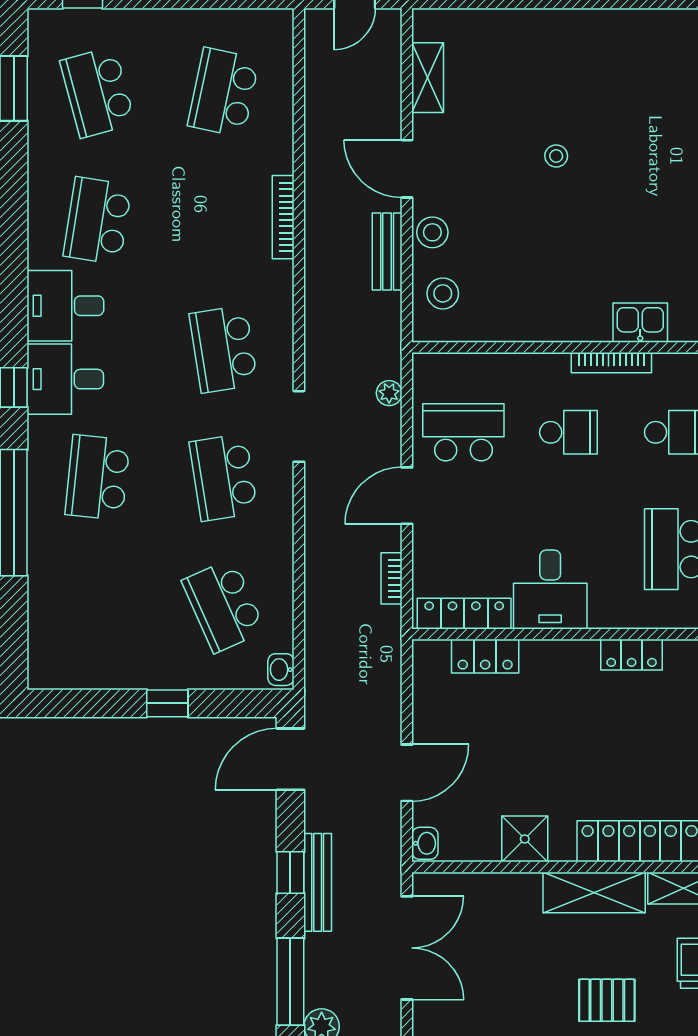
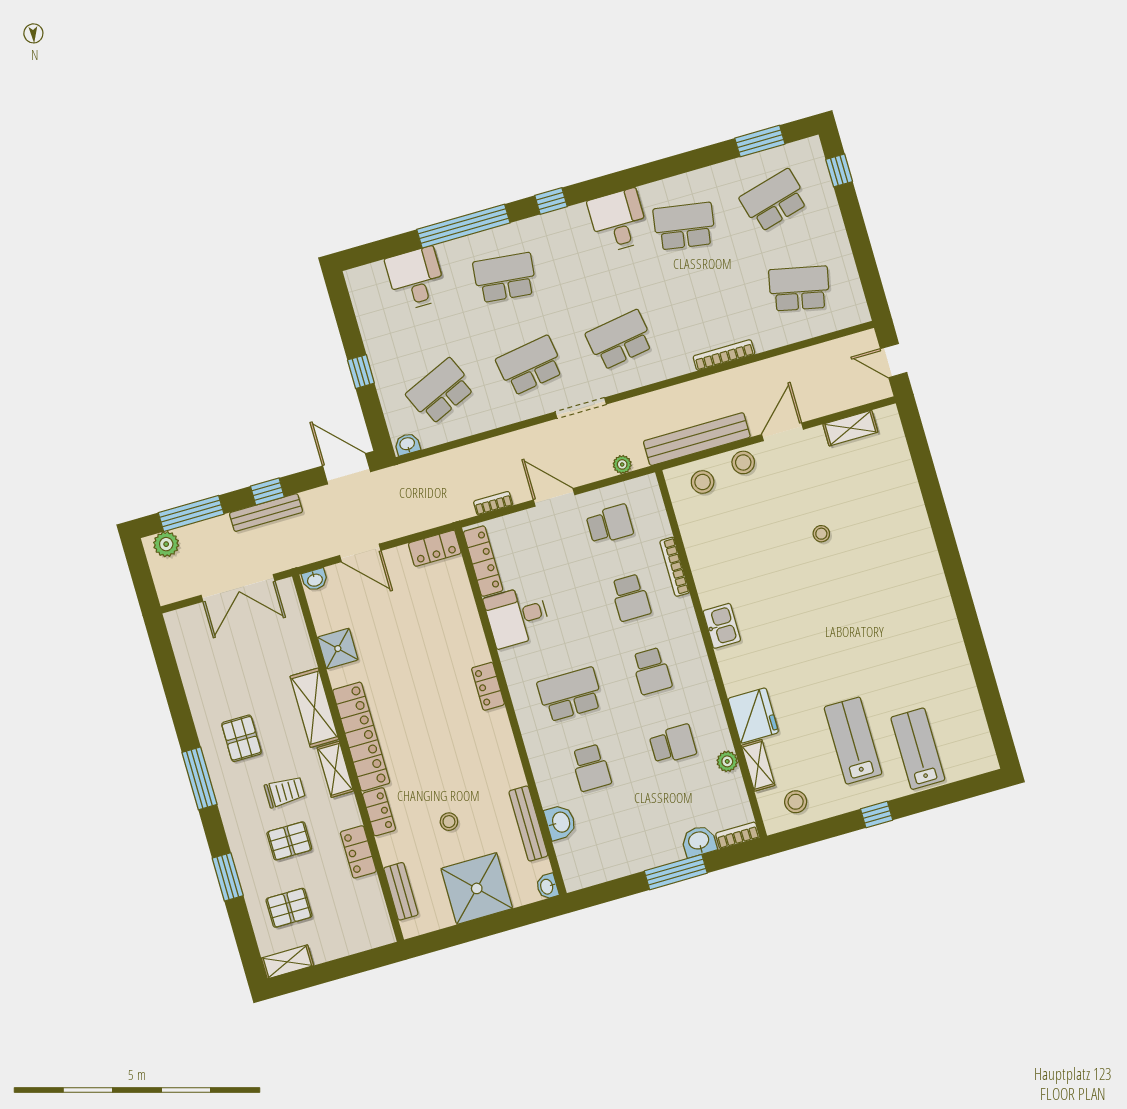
bench: (387, 251) -> (697, 439), width x1.86, depth x1.21
bookcase: (611, 363) -> (675, 567), moved
desk: (65, 379) -> (416, 279), moved
school desk: (463, 432) -> (610, 524), width x0.54
locker: (485, 656) -> (435, 548), moved, turned -90

